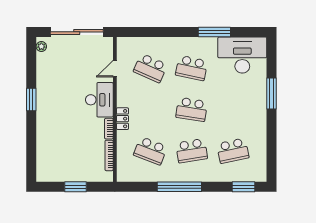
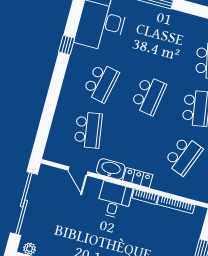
window: (214, 32) -> (67, 45), width x0.46
school desk: (150, 68) -> (88, 130), turned -33
washbasin: (124, 95) -> (111, 169), added
desk: (99, 100) -> (114, 200), width x0.73

